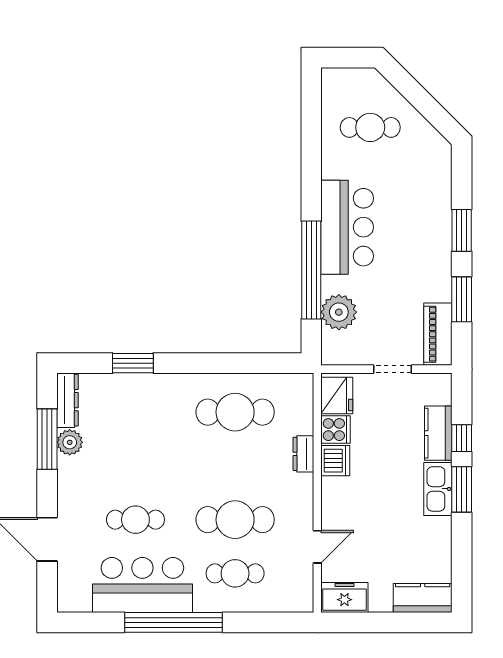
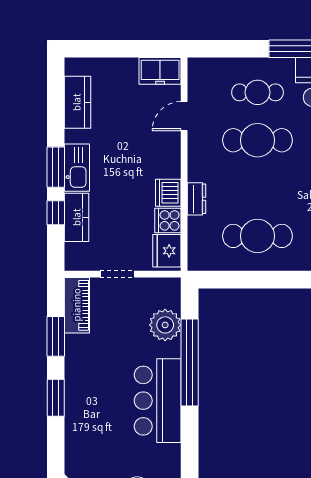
kitchen counter: (423, 598) -> (77, 102), moved, turned -90

